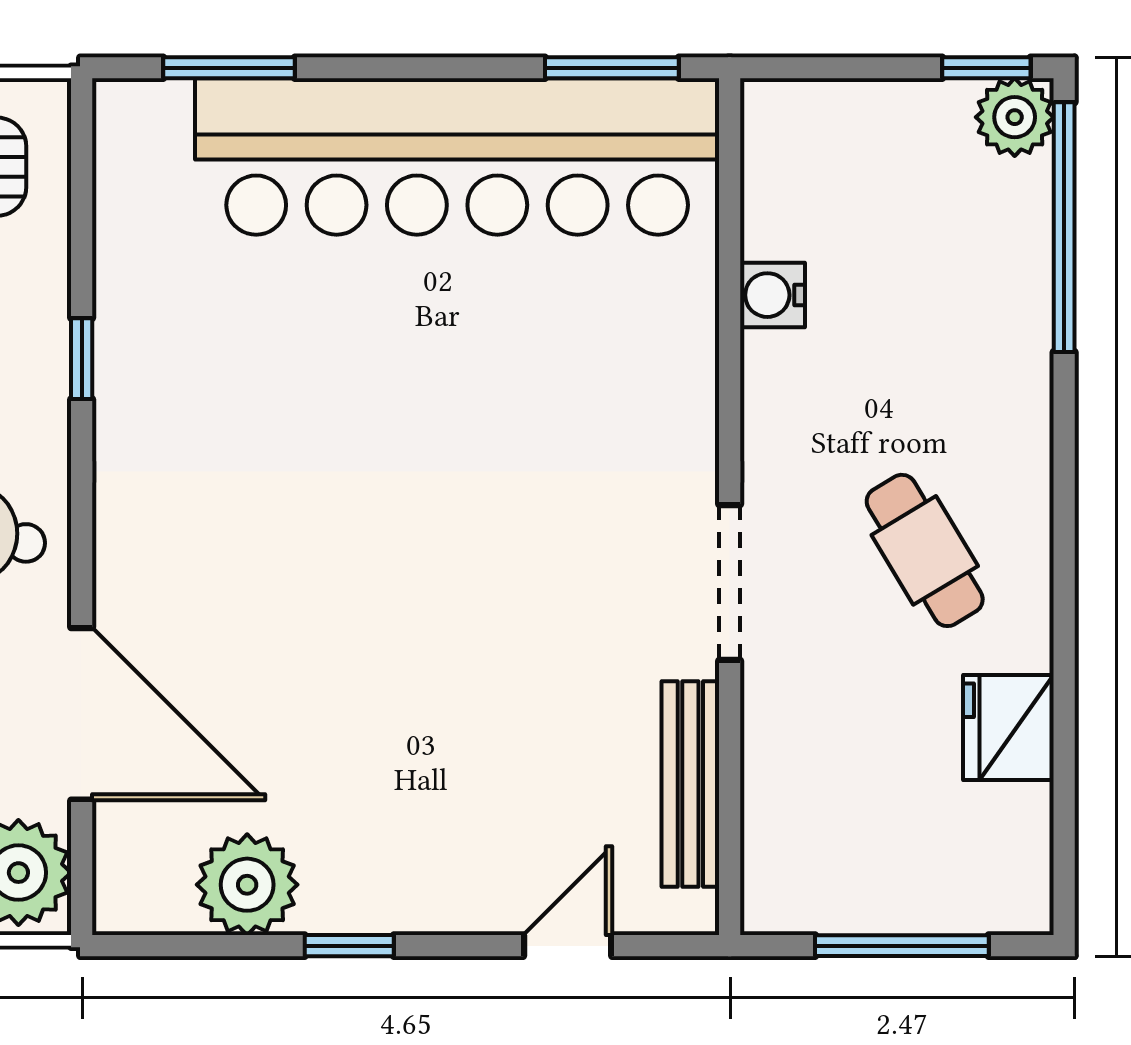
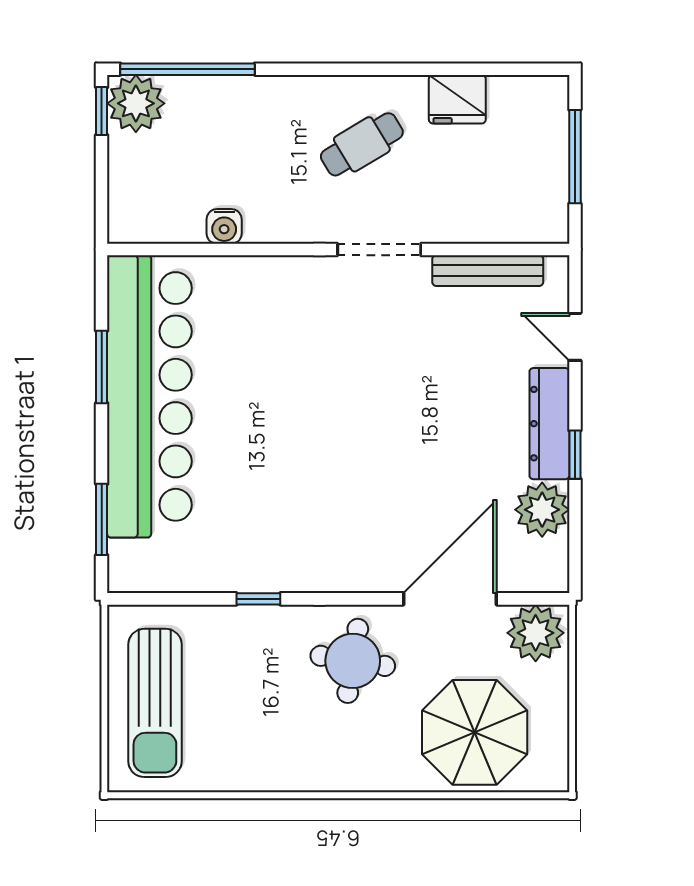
window: (612, 68) -> (102, 367), moved
plant: (1015, 117) -> (136, 103), width x1.36, depth x1.36
dresser: (407, 898) -> (549, 424), added

